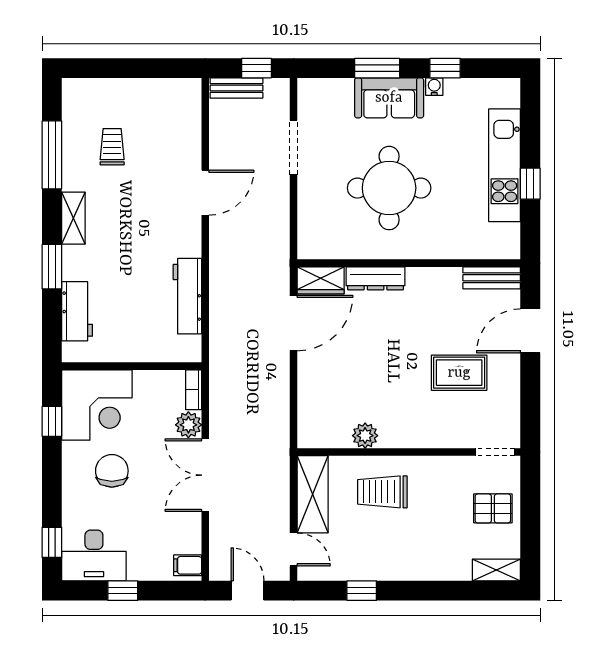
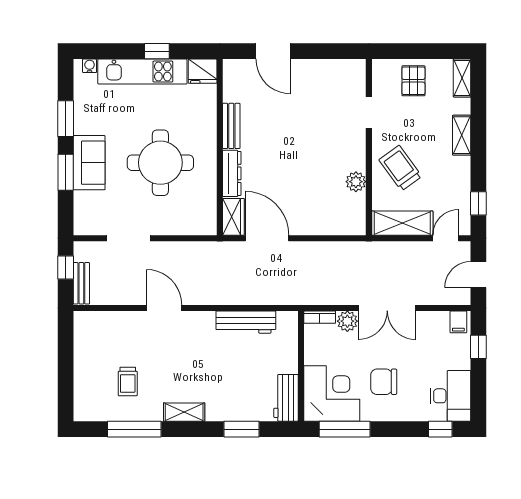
window: (445, 68) -> (66, 119), width x1.50
water cooler: (434, 87) -> (90, 66), moved, turned 90
trolley: (112, 147) -> (128, 382), turned -90
fridge: (505, 242) -> (203, 71), added
window: (52, 267) -> (242, 429), moved
bench: (492, 278) -> (231, 126), moved
workbench: (77, 311) -> (286, 398), moved, turned -90
rug: (459, 373) -> (306, 107), removed
window: (52, 421) -> (345, 429), width x2.17
doorway: (495, 452) -> (369, 112), moved
trolley: (382, 492) -> (400, 168), turned 144
shelving: (424, 569) -> (462, 135), added
window: (123, 591) -> (478, 347), moved
window: (362, 591) -> (478, 203), moved

